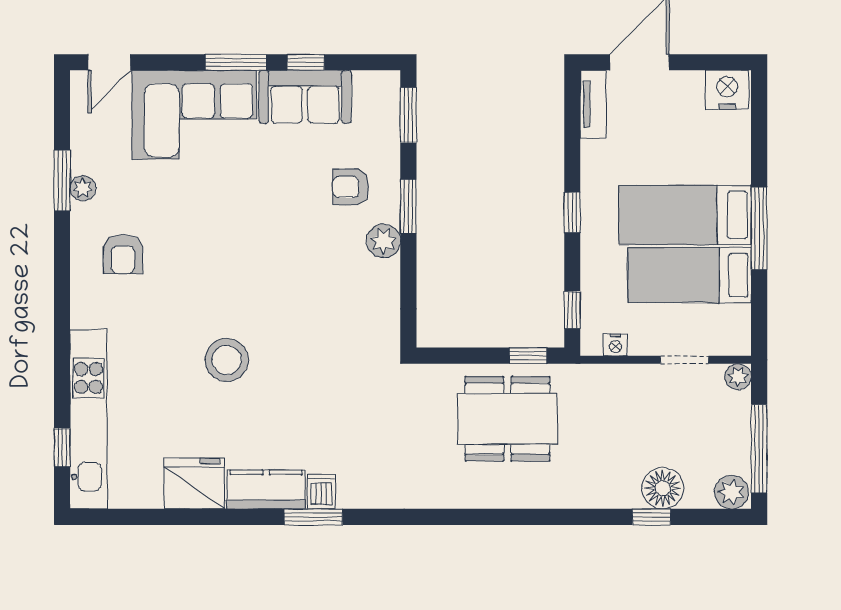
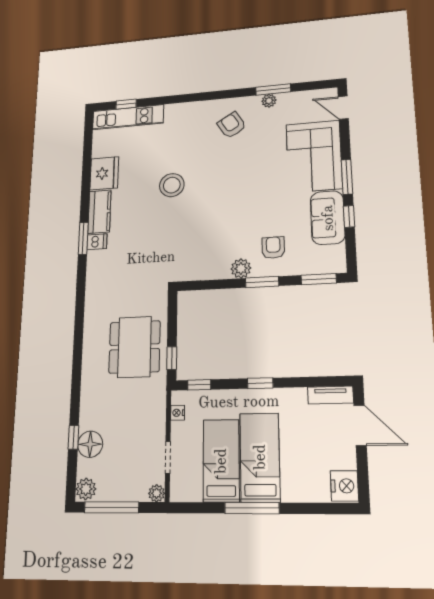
armchair: (123, 254) -> (232, 125), turned 58
kitchen unit: (89, 419) -> (128, 117), width x0.73

